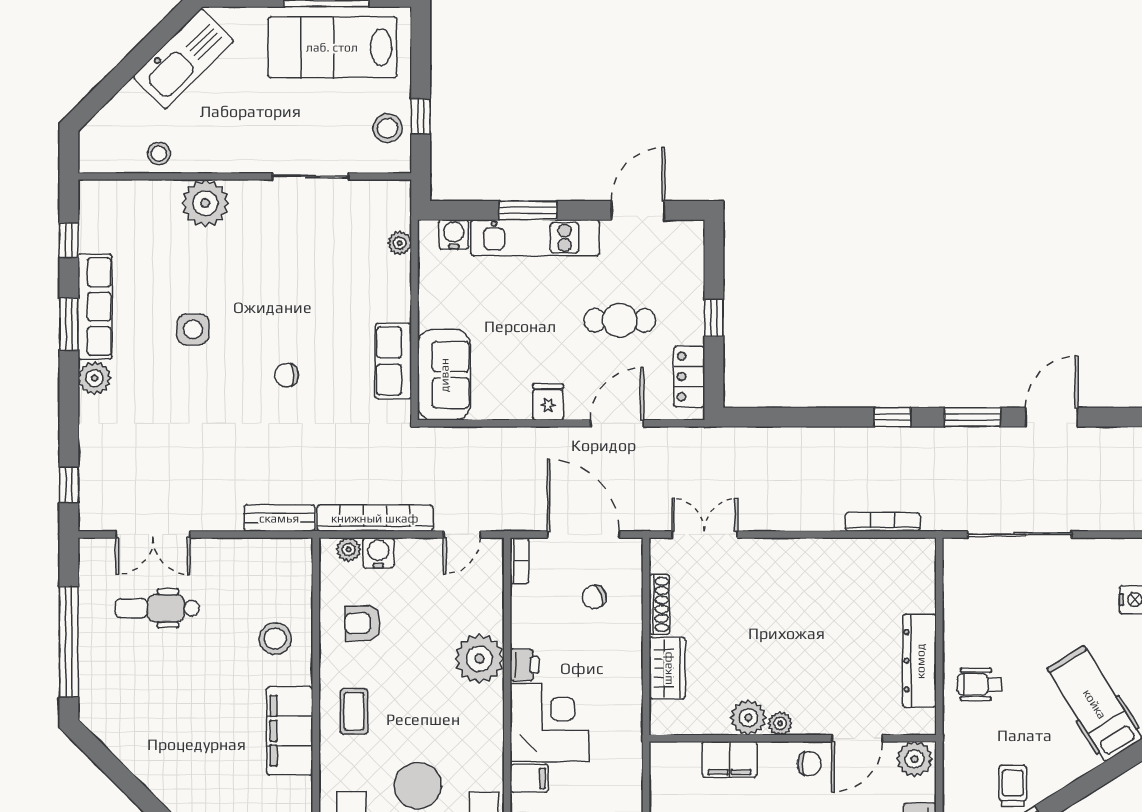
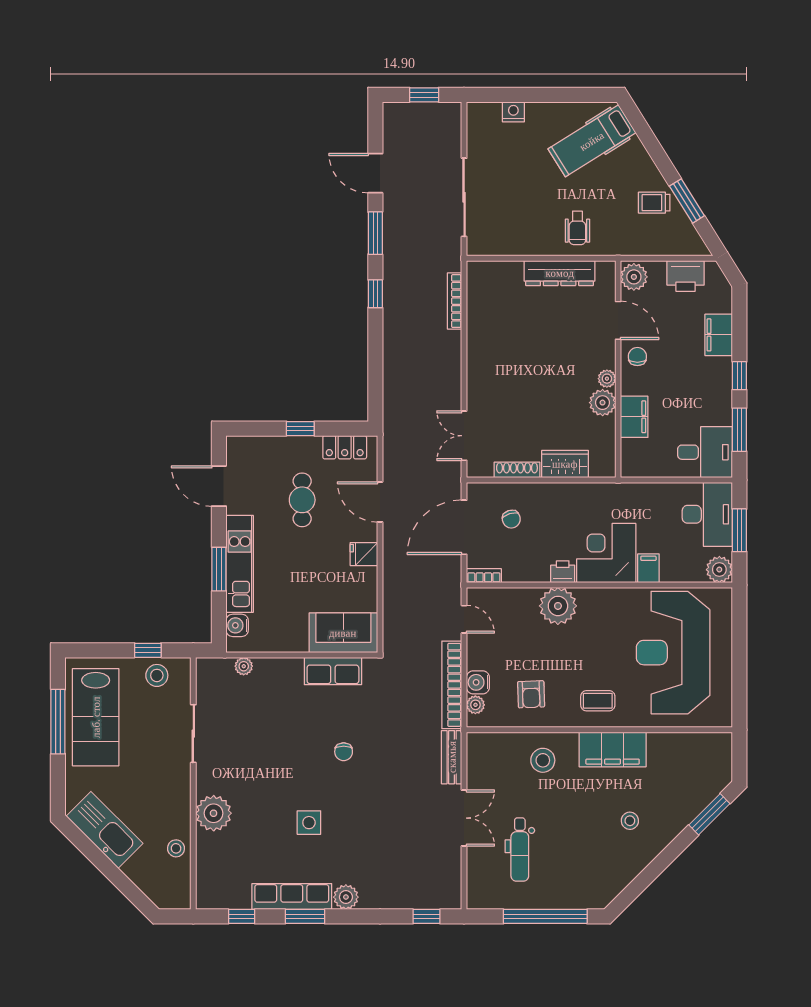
double door: (153, 534) -> (464, 818), moved
stool: (195, 754) -> (630, 821), added

